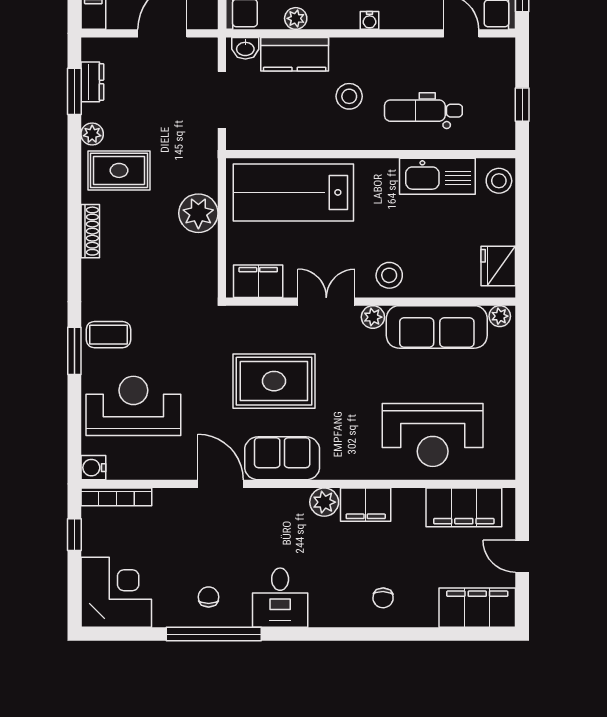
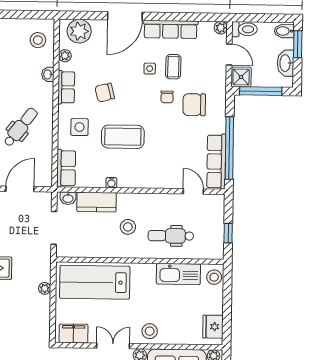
plant: (296, 18) -> (97, 181), removed
water cooler: (369, 20) -> (111, 183), moved
plant: (198, 213) -> (45, 288), width x0.53, depth x0.53

